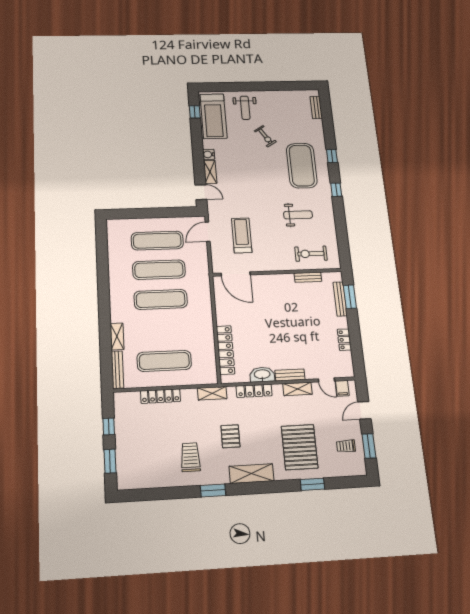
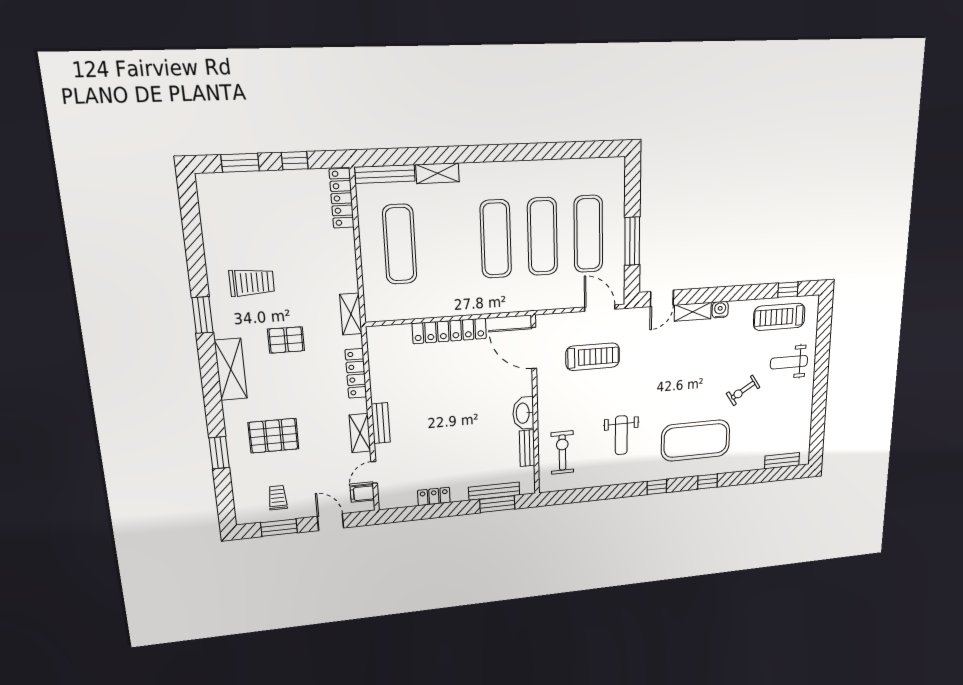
treadmill: (213, 116) -> (779, 317), width x0.73, depth x0.73
window: (162, 213) -> (632, 241), added
door: (236, 274) -> (534, 348), hinge flipped
locker: (225, 350) -> (449, 331), moved
washbasin: (262, 375) -> (523, 413), moved, turned 180
locker: (160, 396) -> (342, 198), moved
pallet: (300, 447) -> (273, 436), width x0.73, depth x0.71

